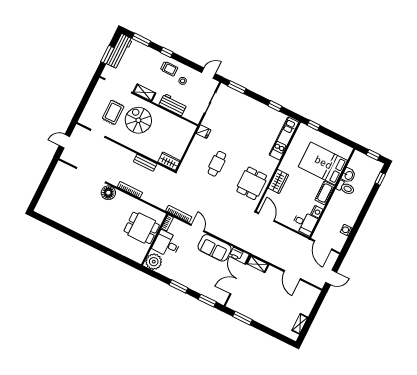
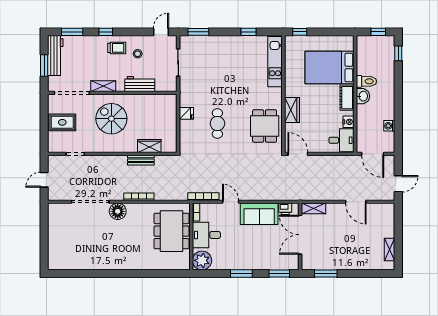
rug: (113, 112) -> (62, 122), moved, turned 90
fridge: (203, 132) -> (186, 113), moved
wardrobe: (169, 161) -> (149, 146), moved
washbasin: (349, 175) -> (363, 96), moved
dining table: (142, 228) -> (171, 231), width x1.38

